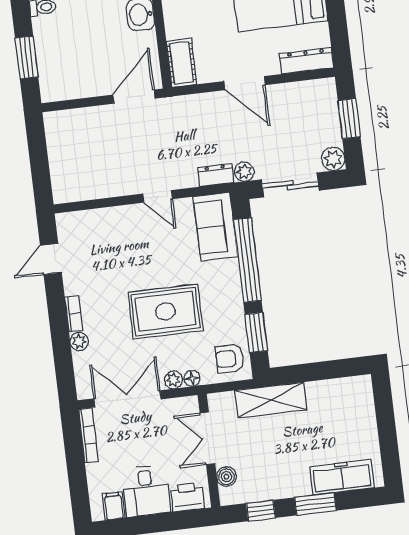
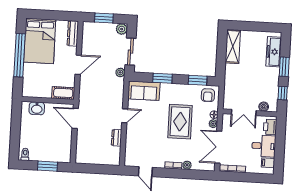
dresser: (216, 175) -> (117, 138), moved
window: (247, 260) -> (163, 78), width x0.47
shelving: (271, 400) -> (233, 46), moved

